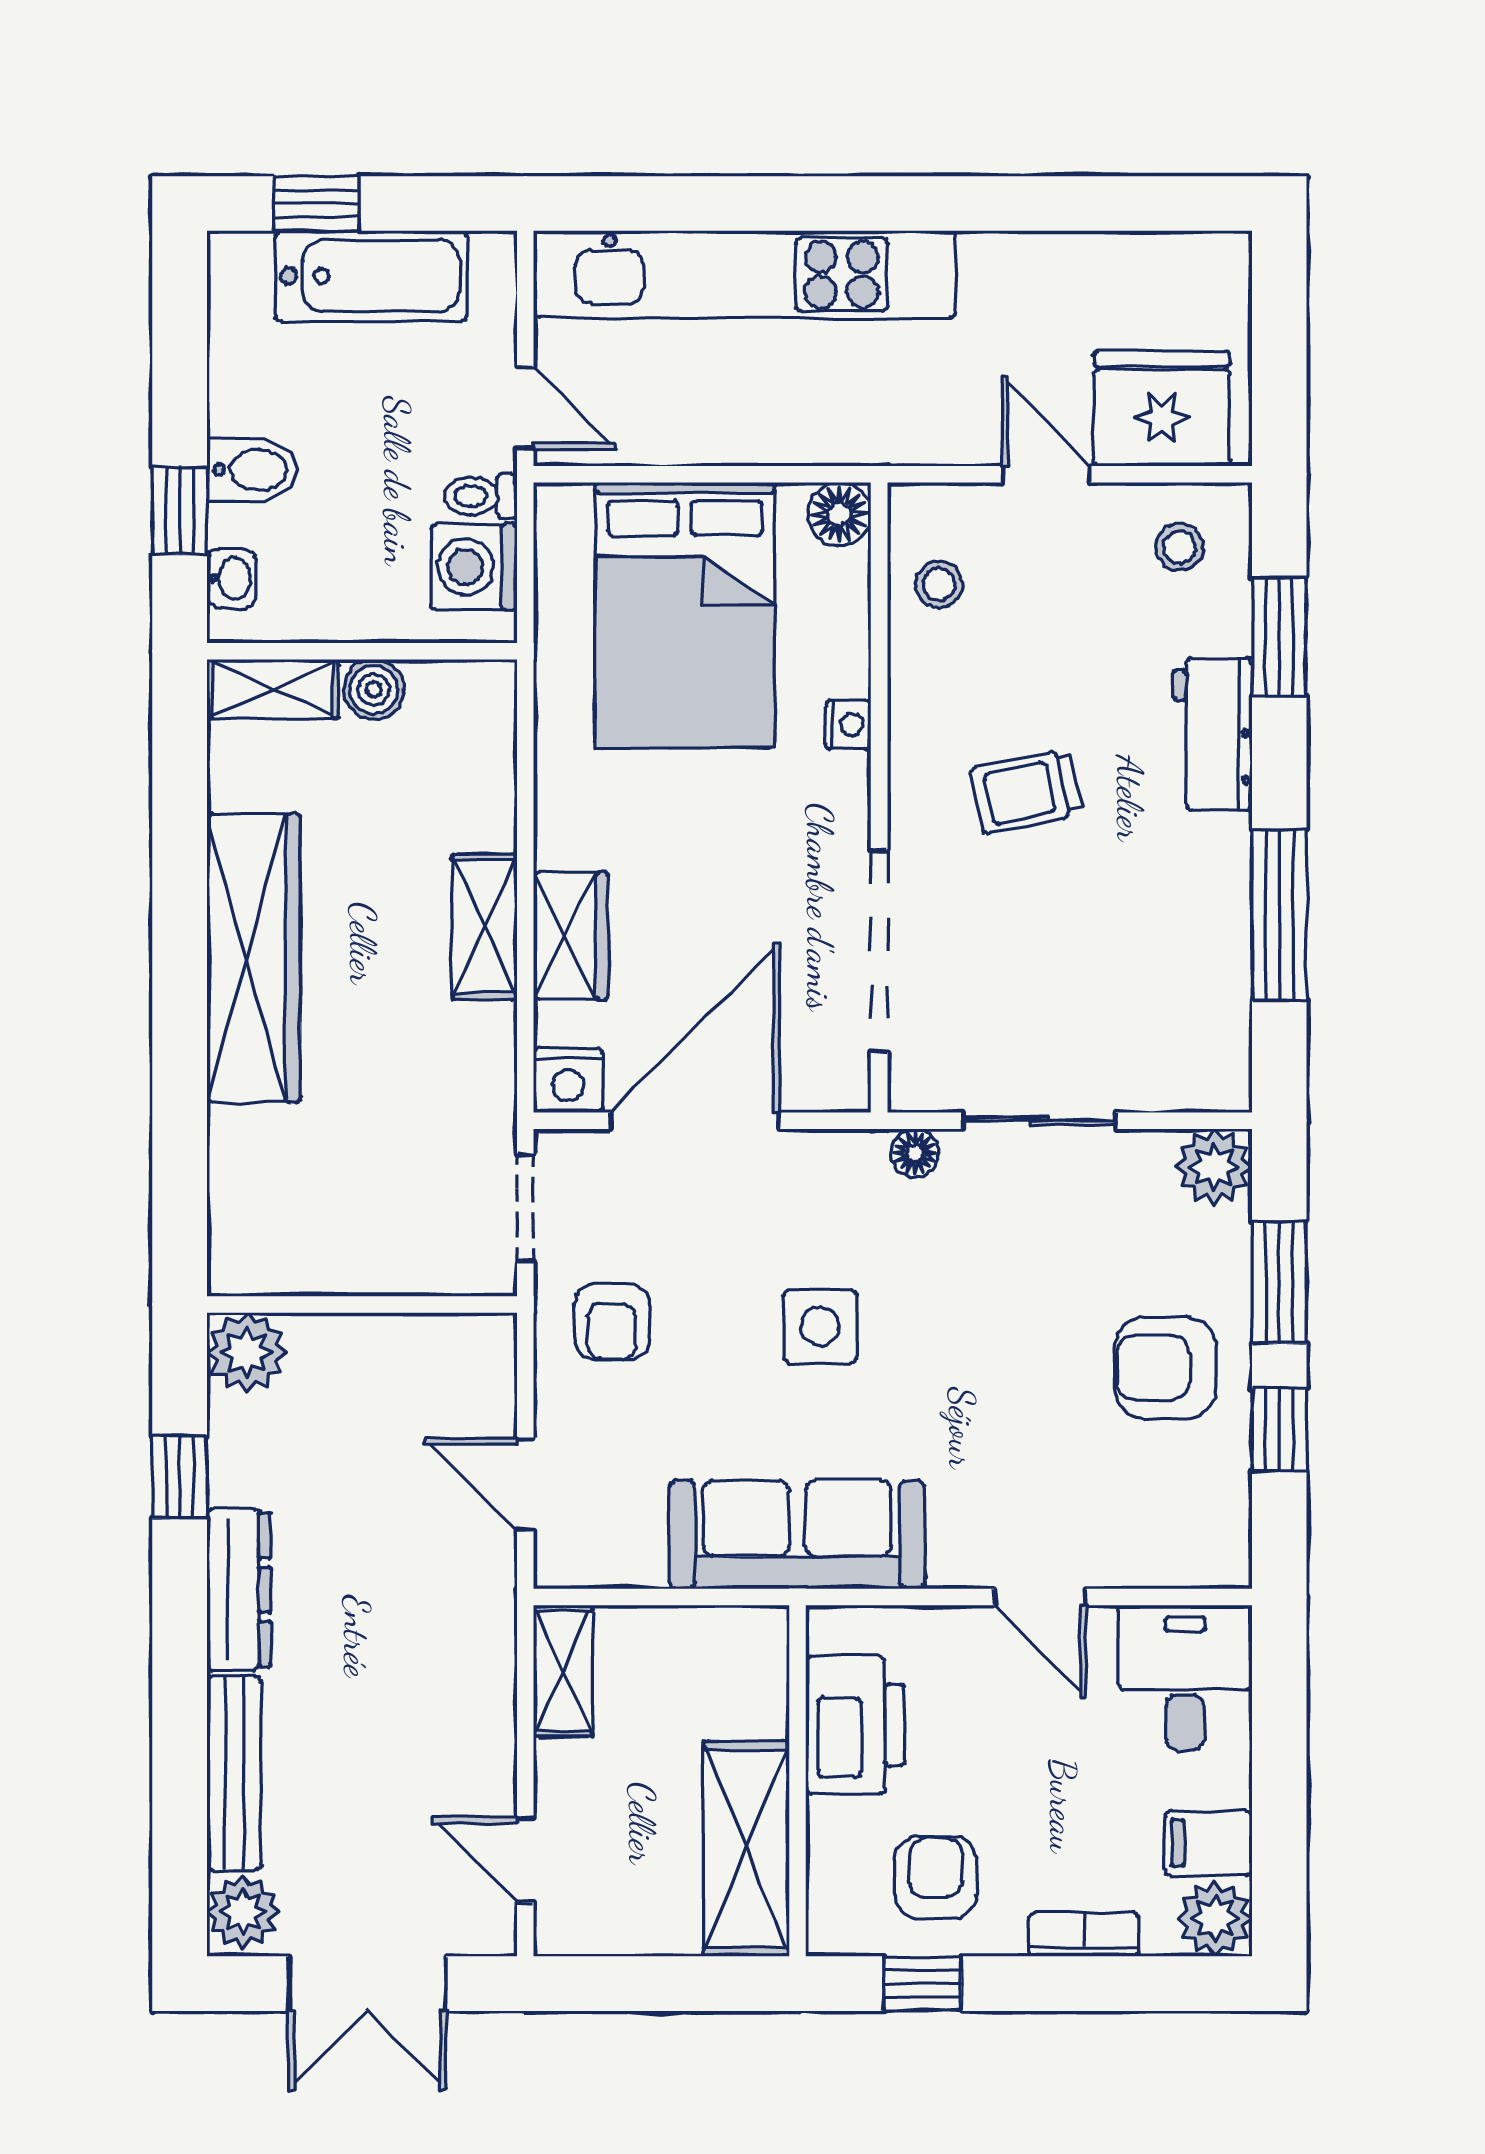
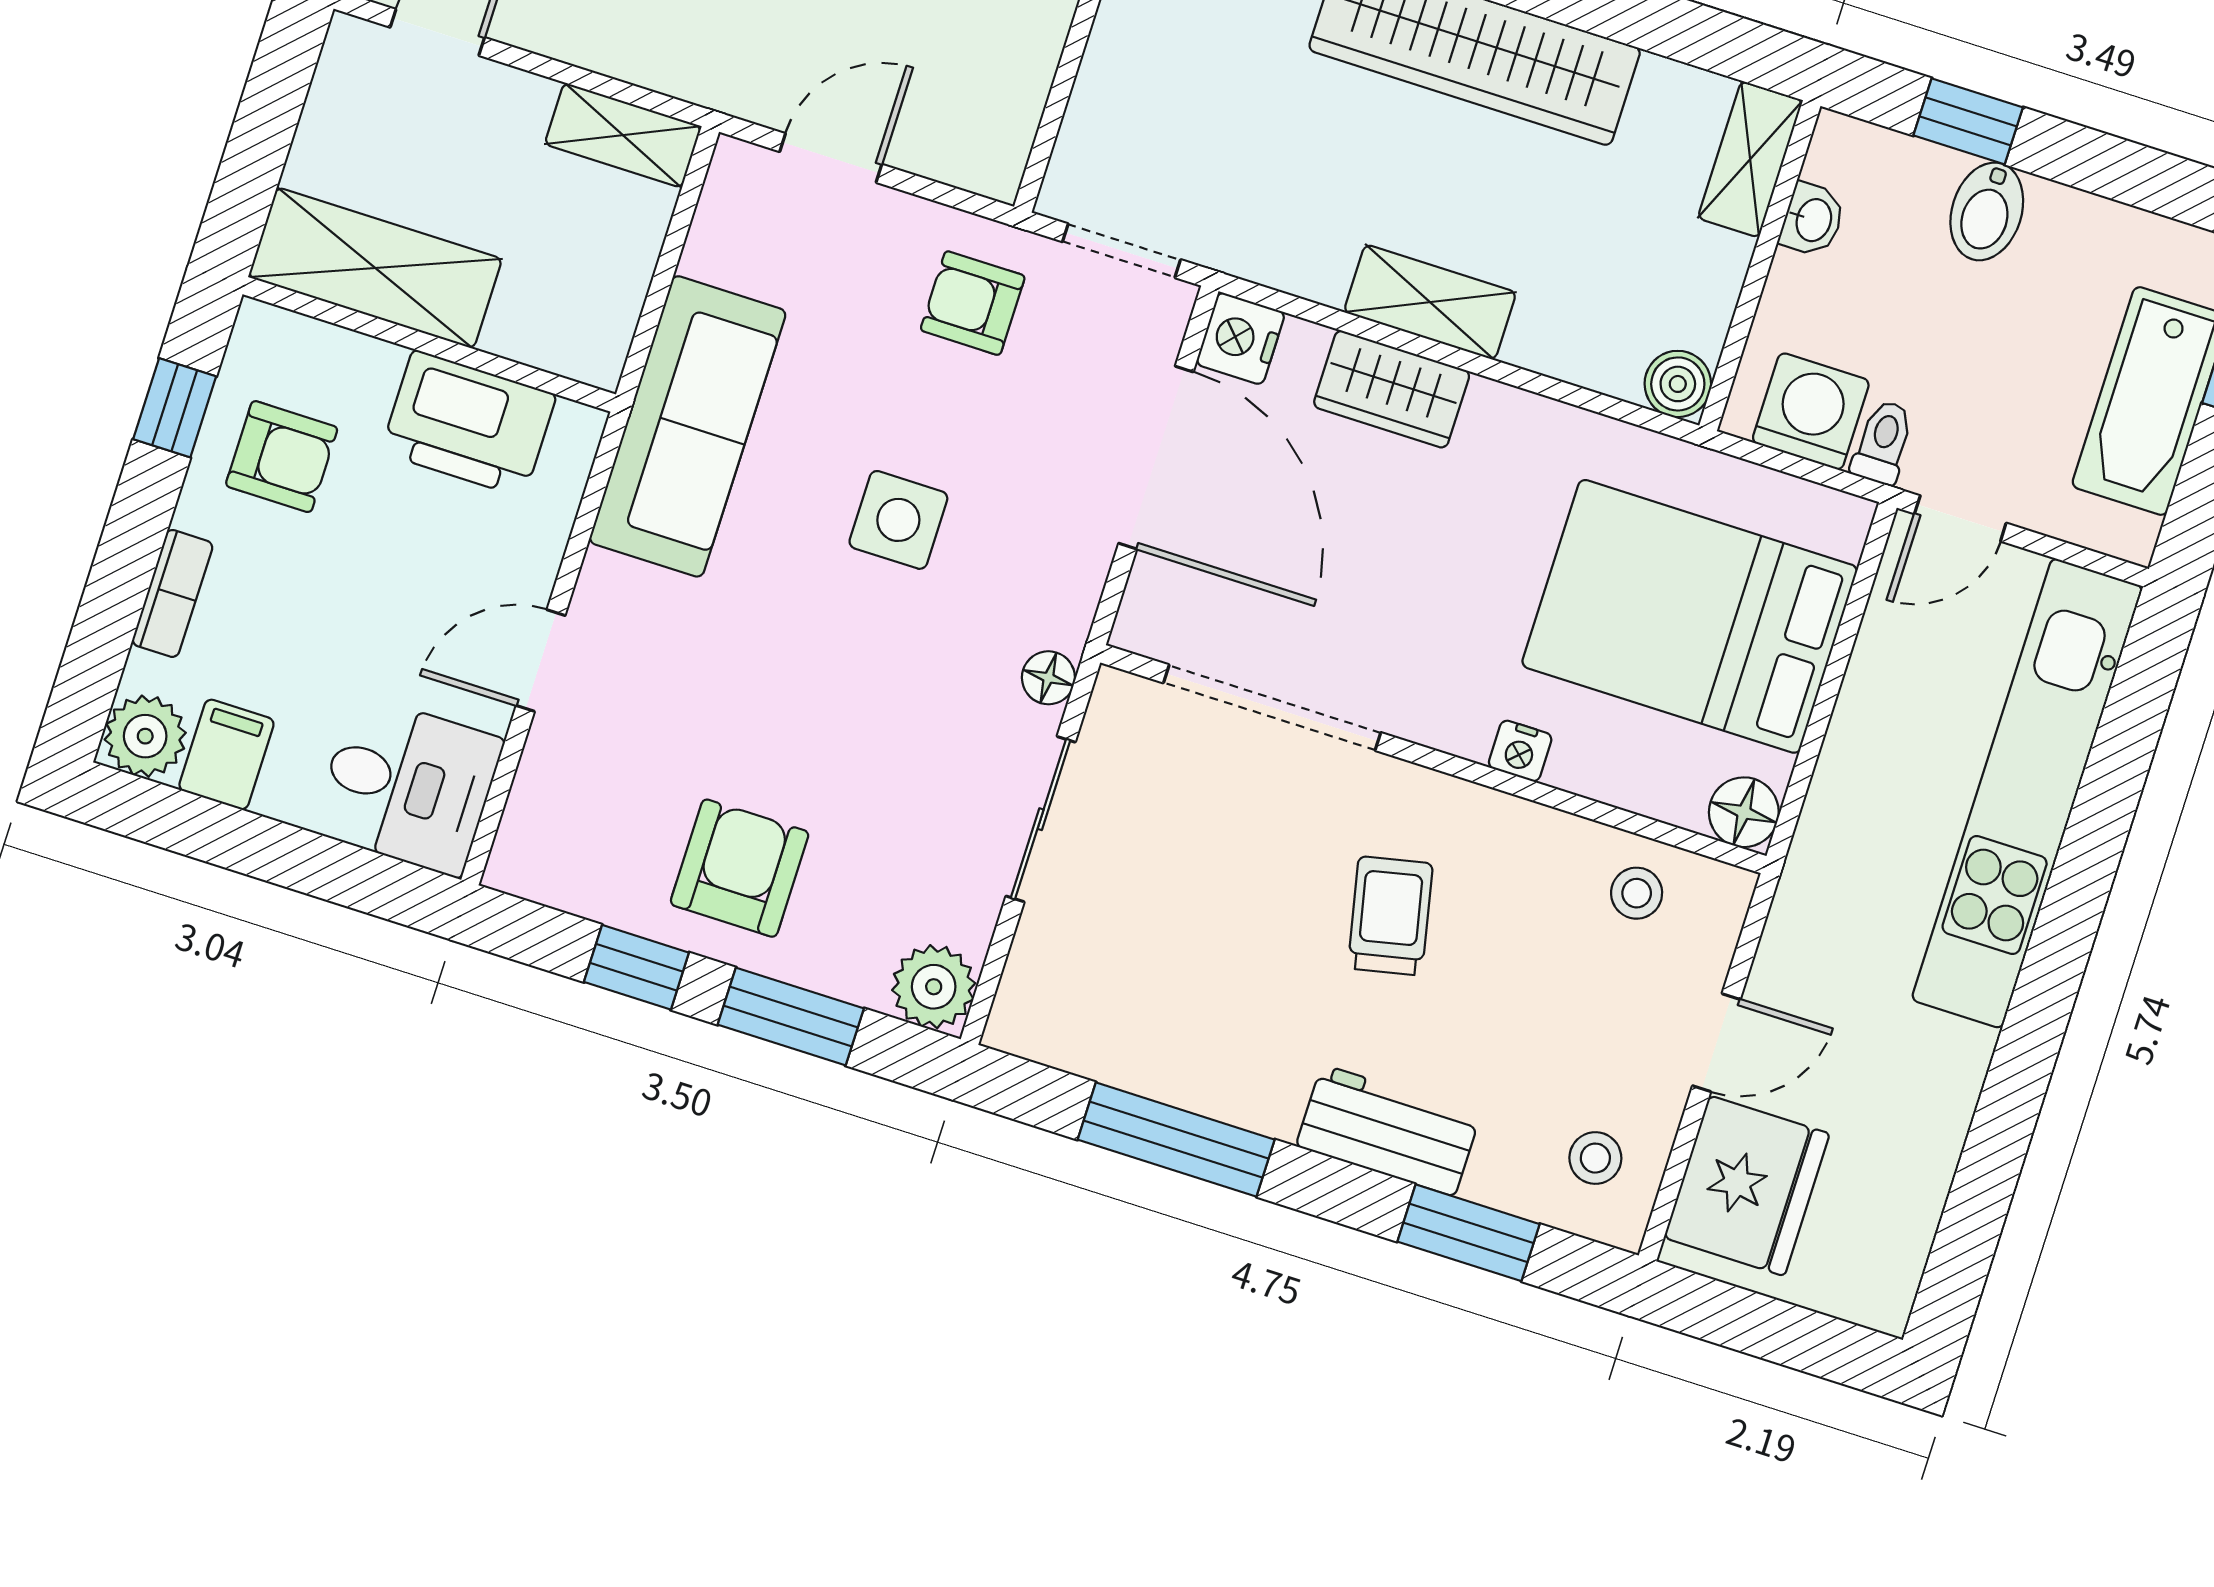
washbasin: (231, 579) -> (1812, 220), moved, turned -90
boiler: (374, 690) -> (1678, 384), moved

